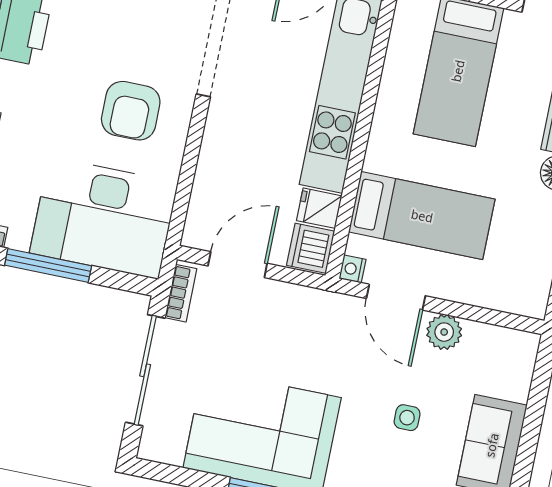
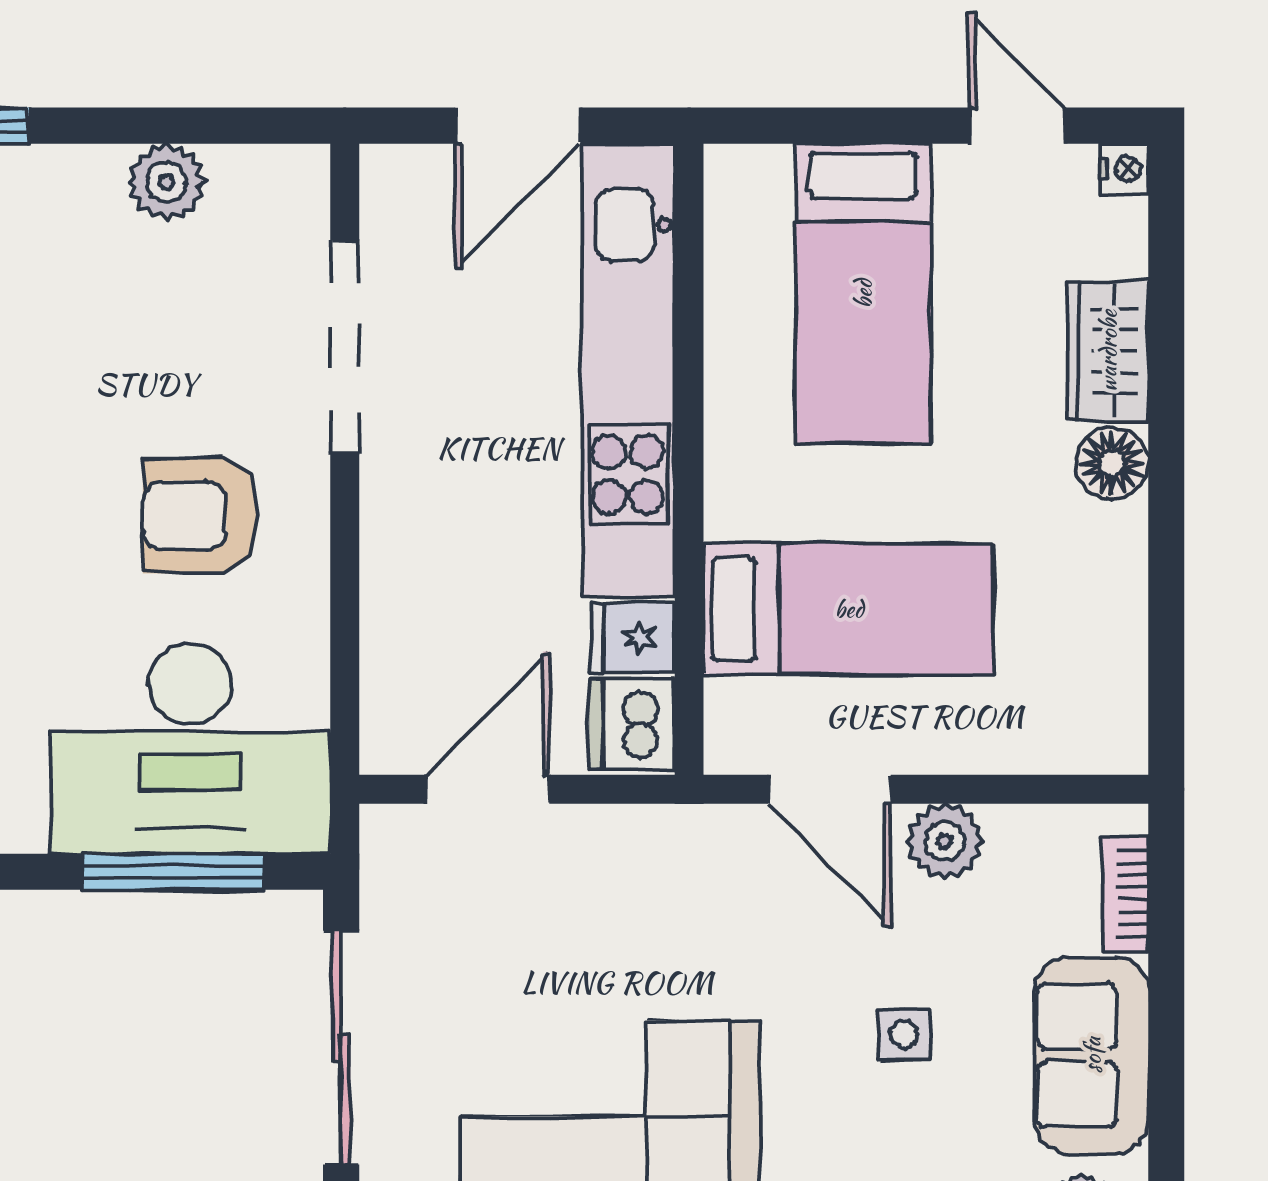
armchair: (131, 111) -> (201, 516), turned 90
window: (48, 266) -> (174, 872), moved
nightstand: (352, 269) -> (728, 749), removed
bookcase: (181, 293) -> (1125, 894), moved, turned 180

